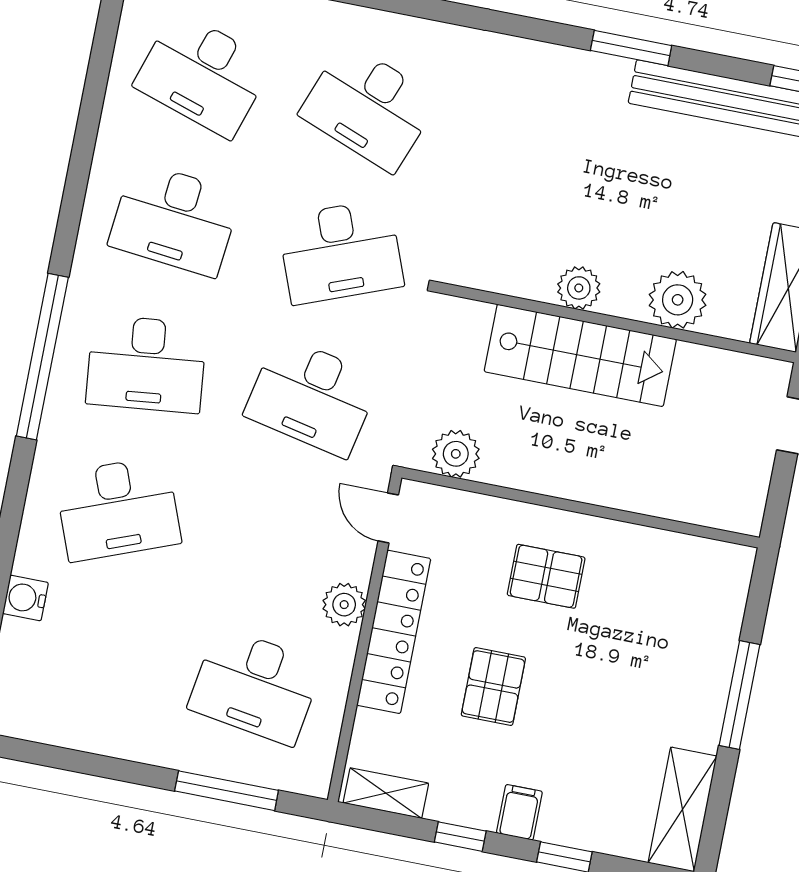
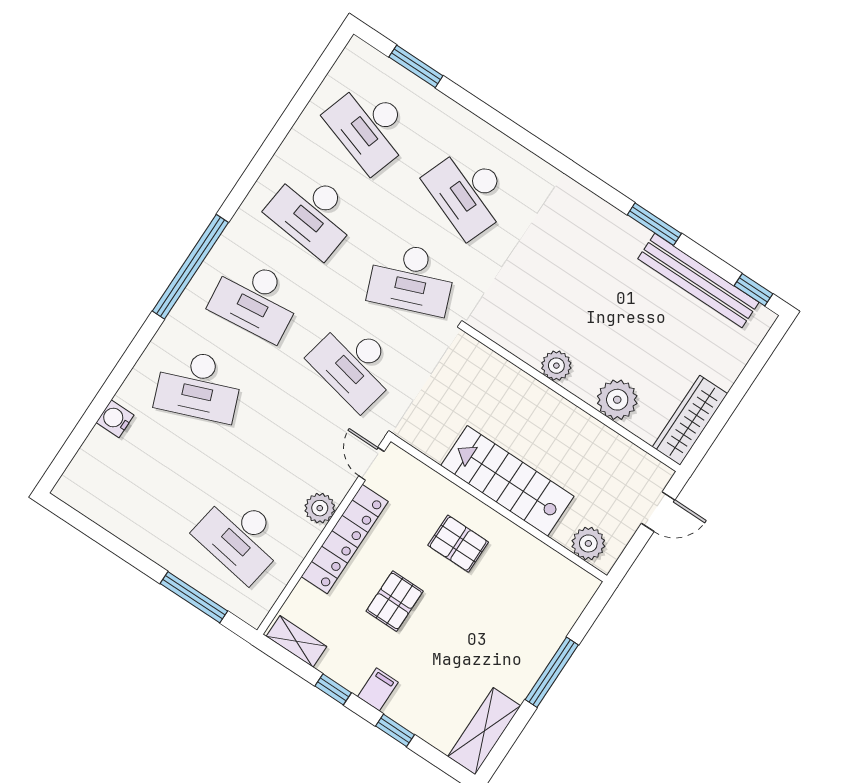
stairs: (580, 355) -> (507, 481), moved, turned 180
plant: (456, 454) -> (588, 543), moved

